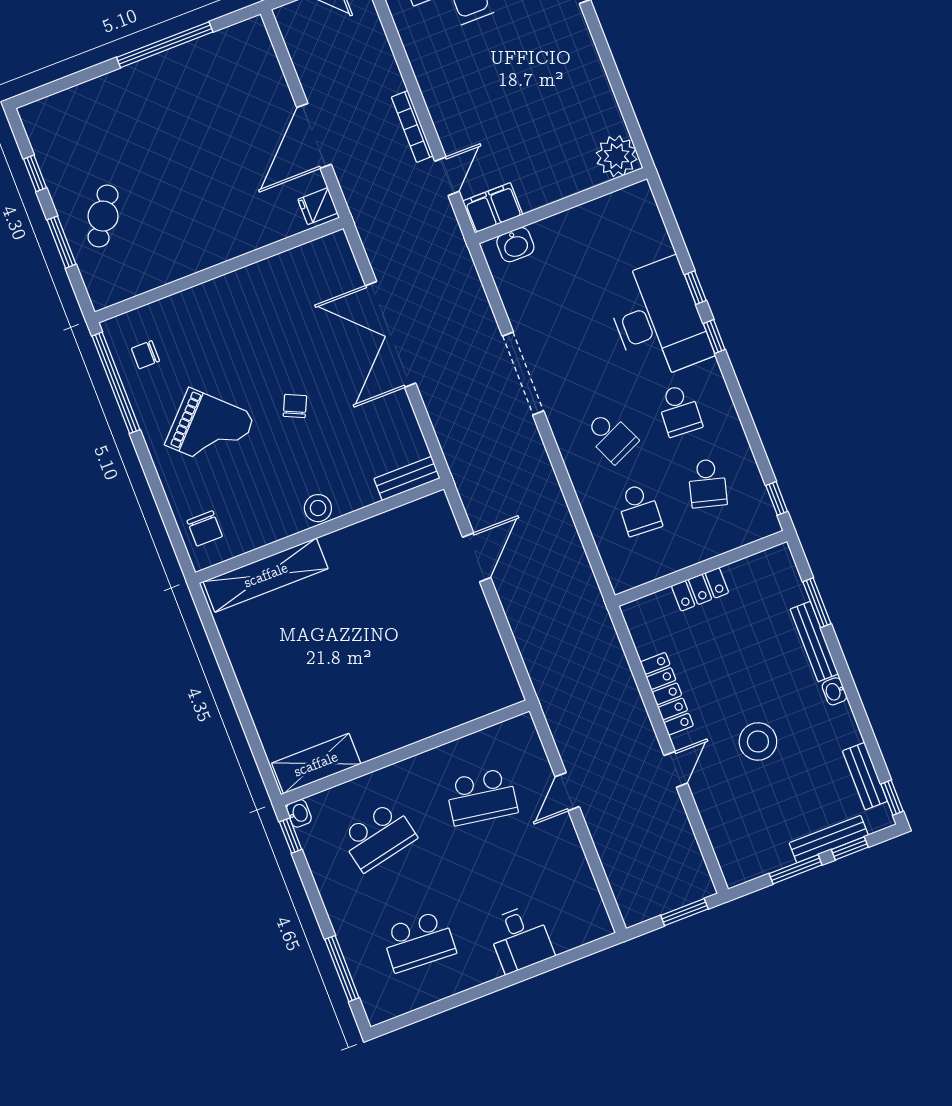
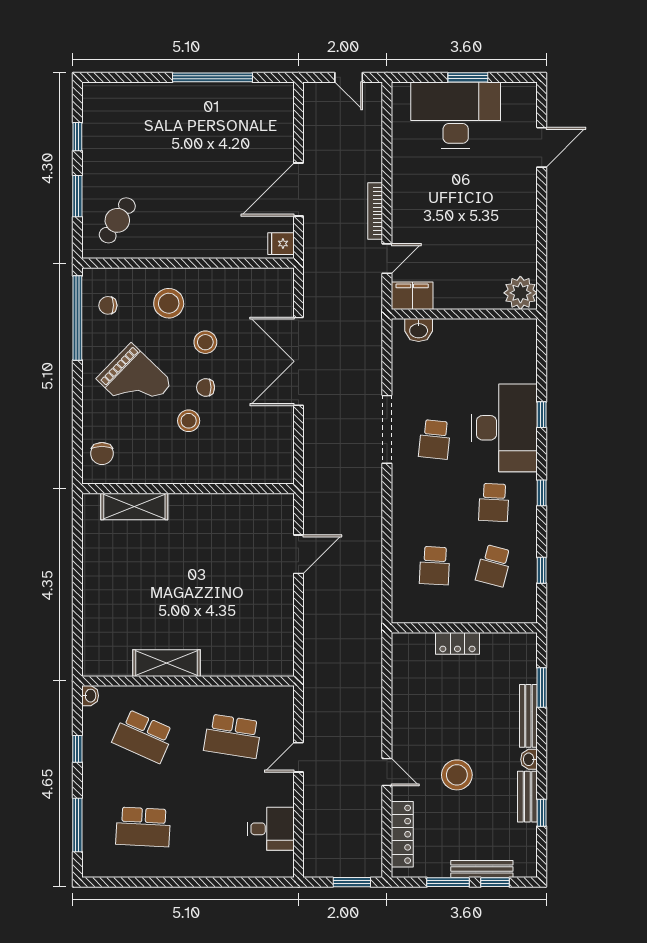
cafe table: (103, 216) -> (117, 220), moved
stool: (215, 325) -> (169, 303), added
window: (714, 336) -> (542, 493), moved
stool: (275, 354) -> (205, 342), added
chair: (295, 406) -> (206, 387), turned -115
school desk: (611, 437) -> (435, 439), moved, turned 30
bench: (407, 478) -> (269, 475), removed
window: (777, 498) -> (542, 570), moved
stool: (318, 508) -> (189, 421), moved
shelving: (266, 575) -> (134, 506), width x0.68
locker: (667, 694) -> (402, 834), moved
shelving: (316, 764) -> (166, 663), moved
door: (676, 769) -> (387, 772), hinge flipped
bench: (865, 776) -> (527, 797), moved
window: (892, 798) -> (542, 813), moved
window: (291, 836) -> (77, 749), moved
school desk: (378, 837) -> (143, 736), turned 36
desk: (520, 939) -> (271, 829), moved, turned -90

